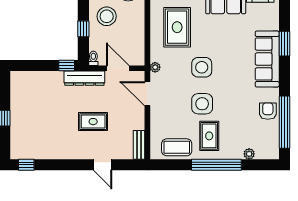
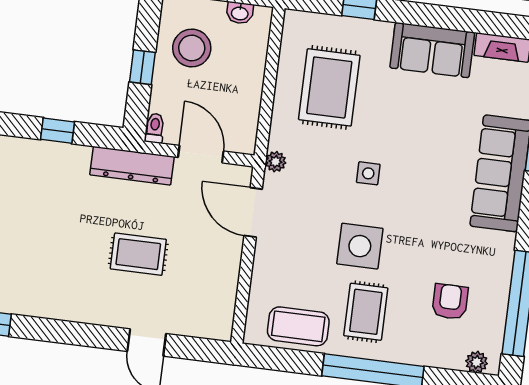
window: (67, 66) -> (58, 131), moved
side table: (202, 67) -> (368, 173), width x0.54, depth x0.54
armchair: (268, 111) -> (450, 302), moved
bench: (139, 145) -> (224, 312), removed
plant: (249, 154) -> (477, 362), moved

